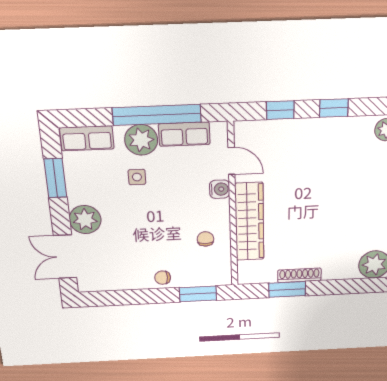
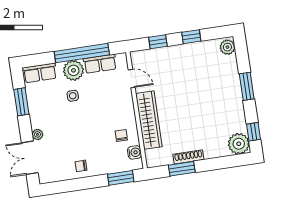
water cooler: (220, 189) -> (134, 152), moved
plant: (85, 220) -> (37, 134), width x0.53, depth x0.53
chair: (163, 278) -> (81, 166), moved

